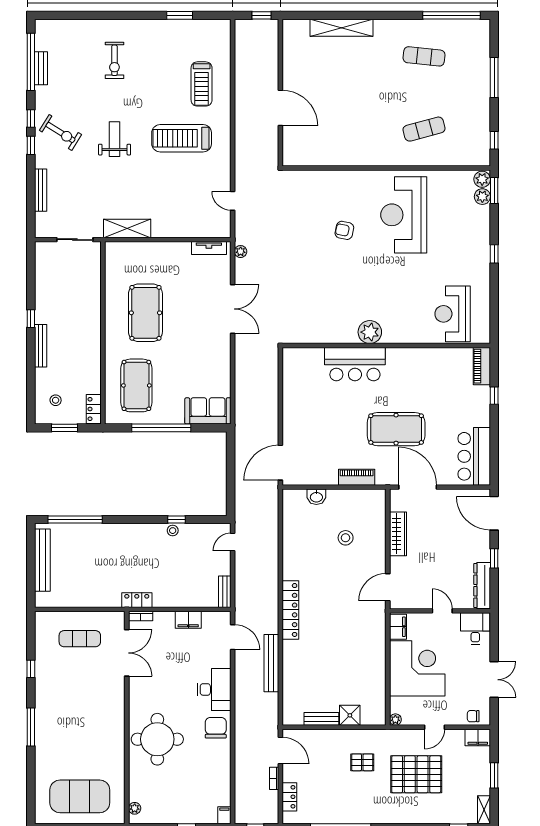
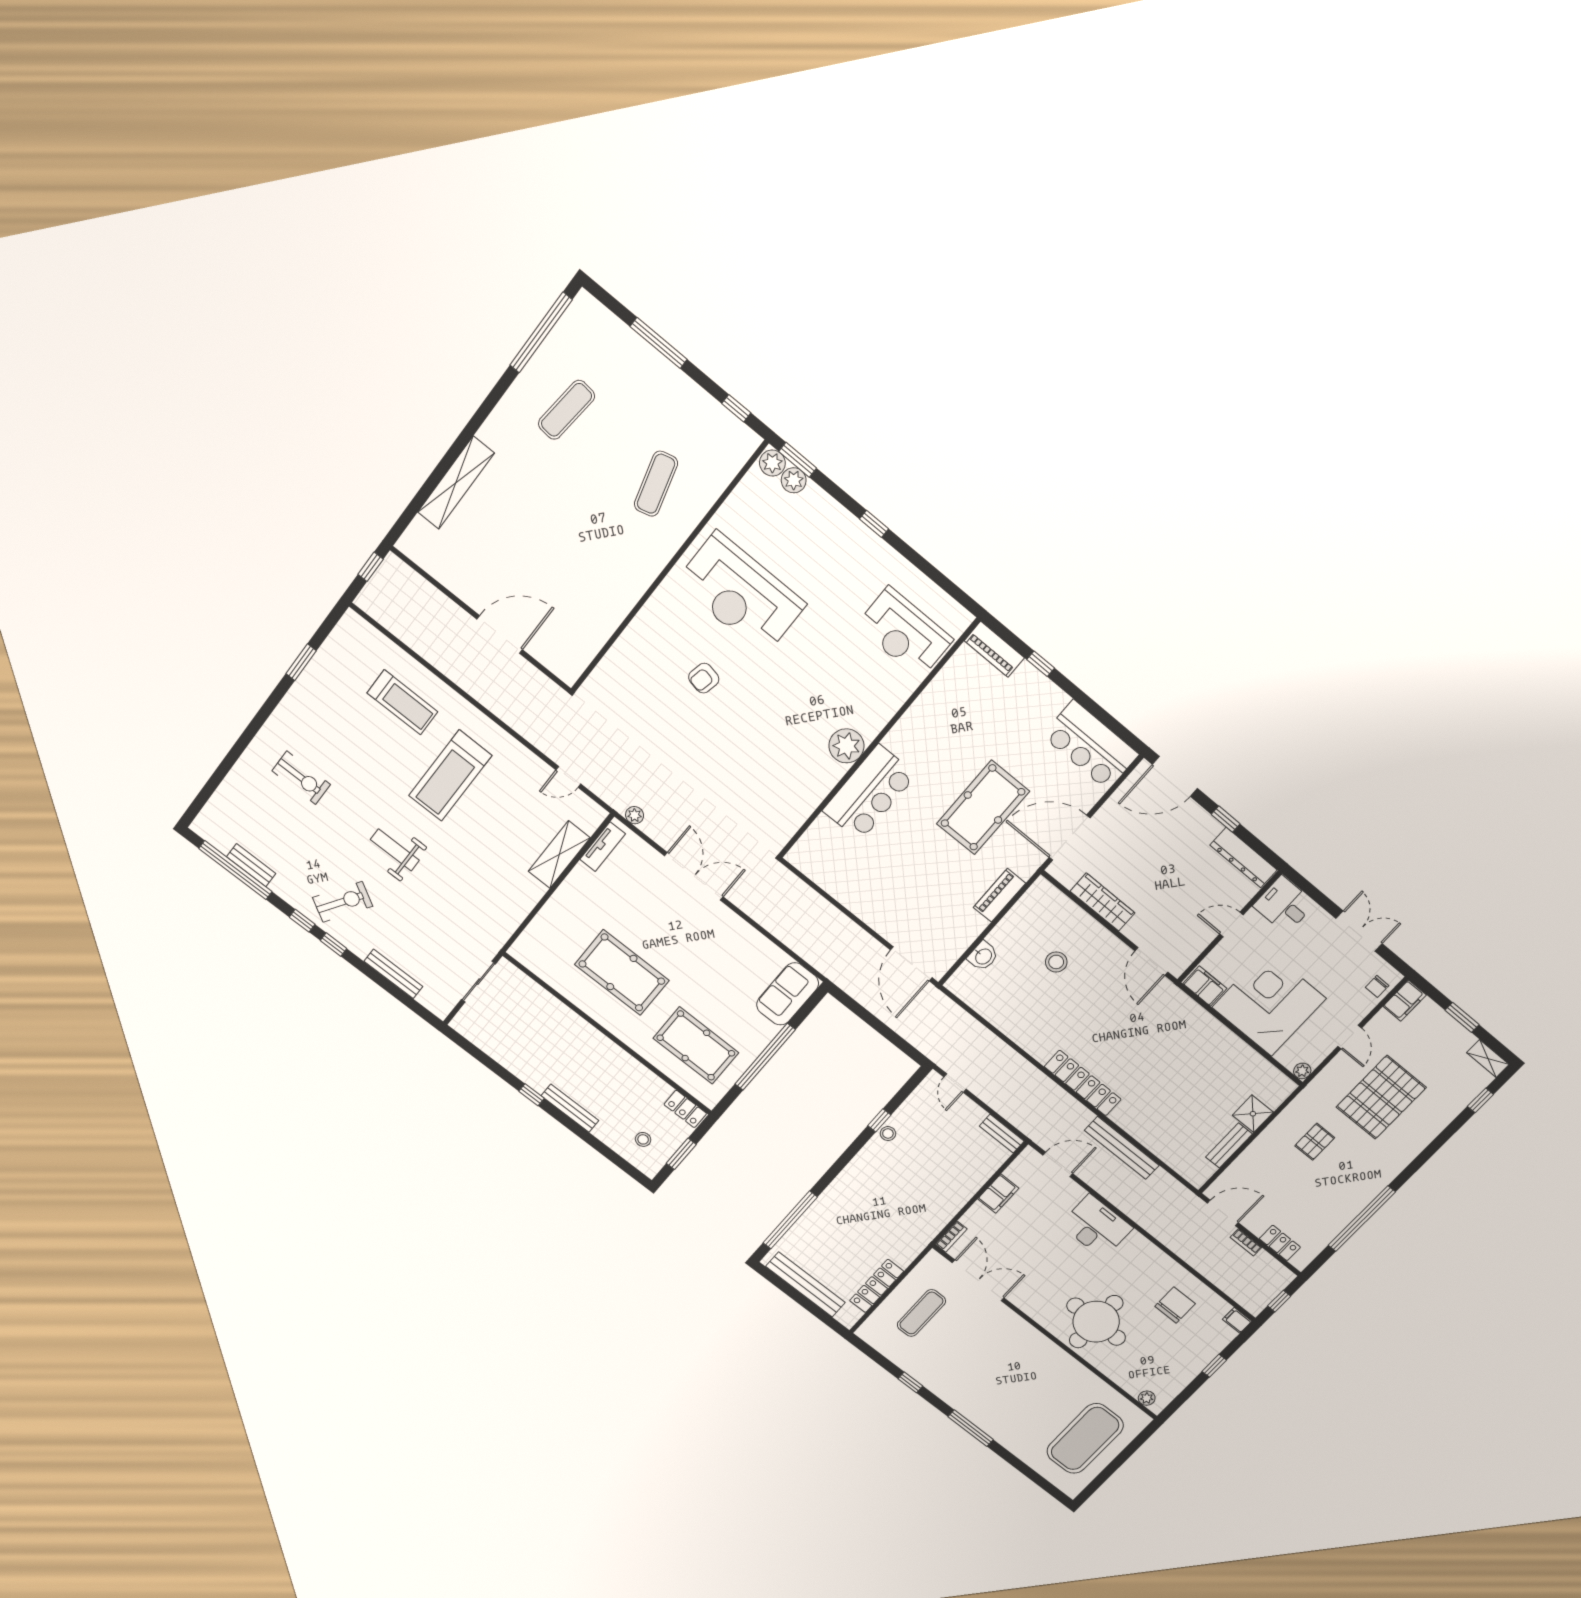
shelving: (127, 228) -> (559, 855), moved
locker: (137, 600) -> (877, 1286), moved, width x1.53
chair: (216, 728) -> (1175, 1305), moved, turned 90

